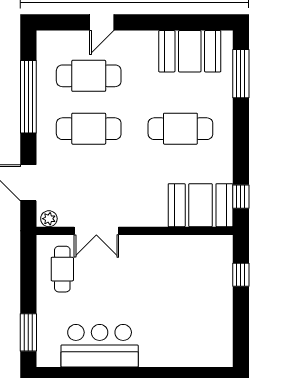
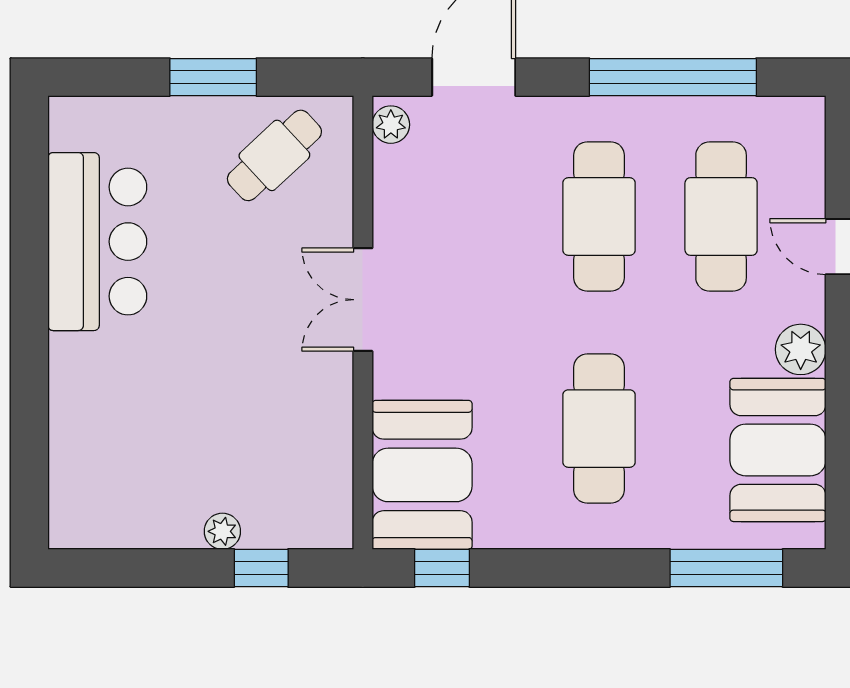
plant: (146, 41) -> (801, 349), added
double door: (96, 231) -> (363, 300), moved
cafe table: (62, 269) -> (274, 155), turned -43
plant: (225, 292) -> (222, 531), added
window: (28, 332) -> (213, 77), moved

